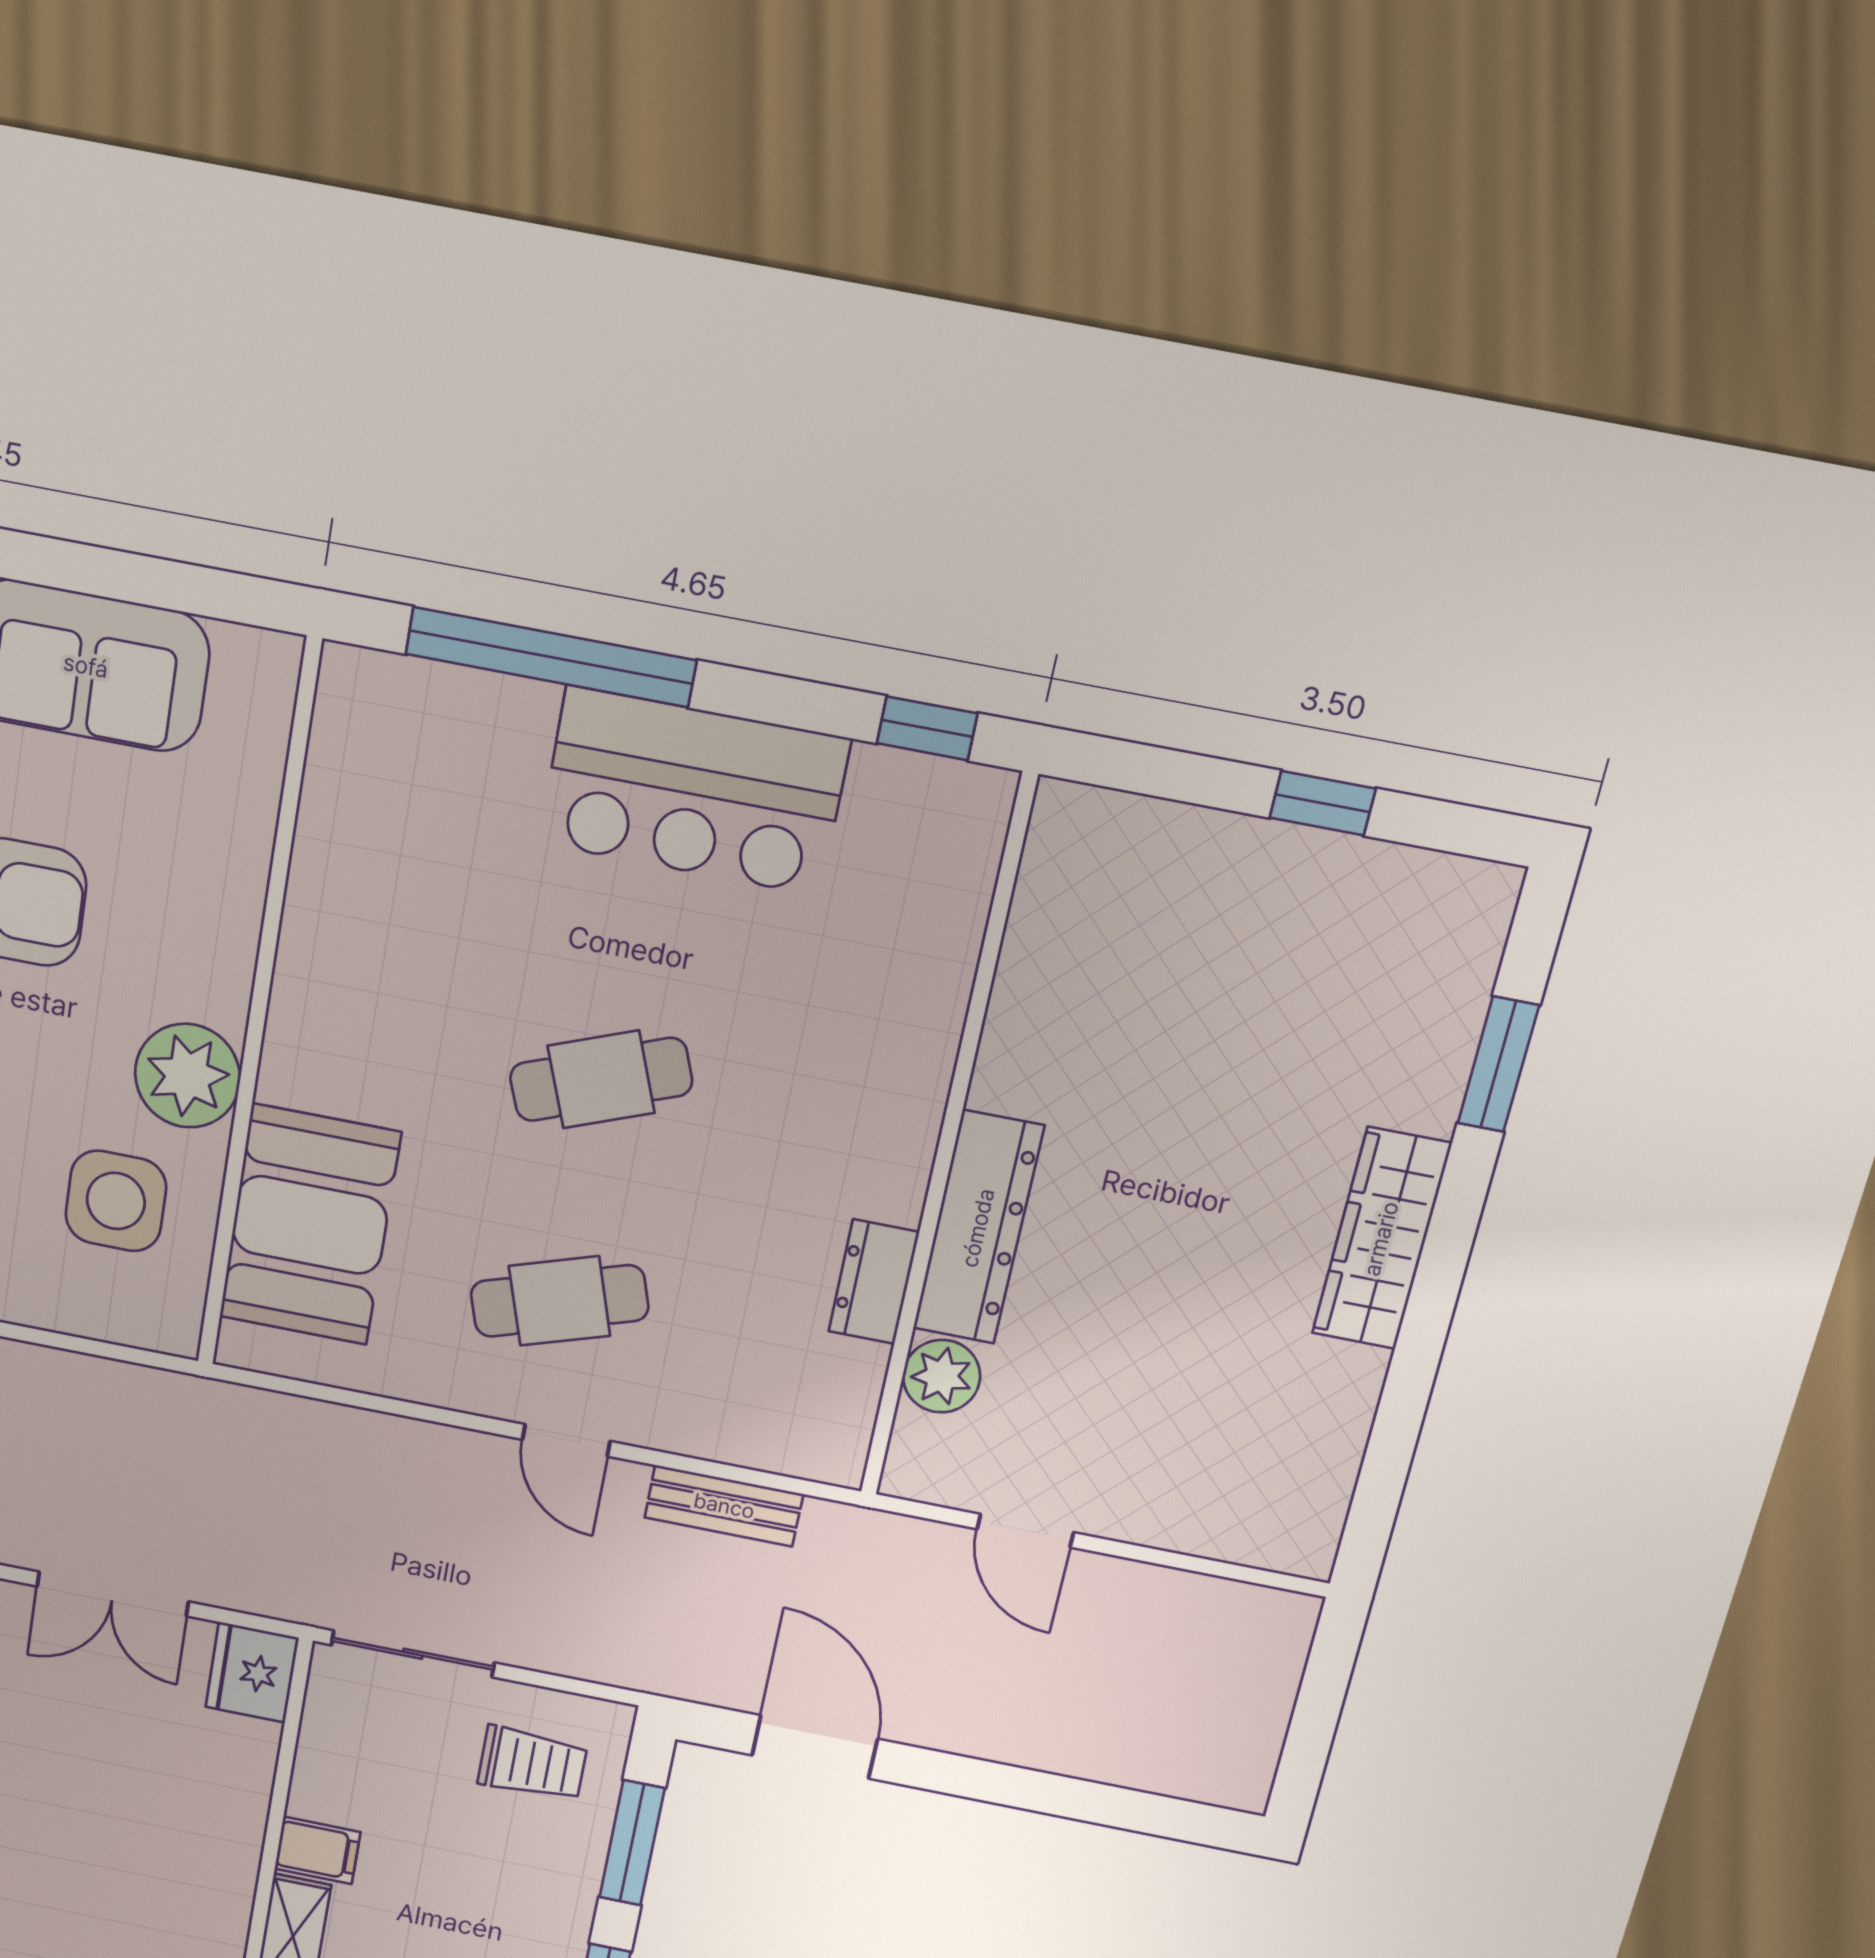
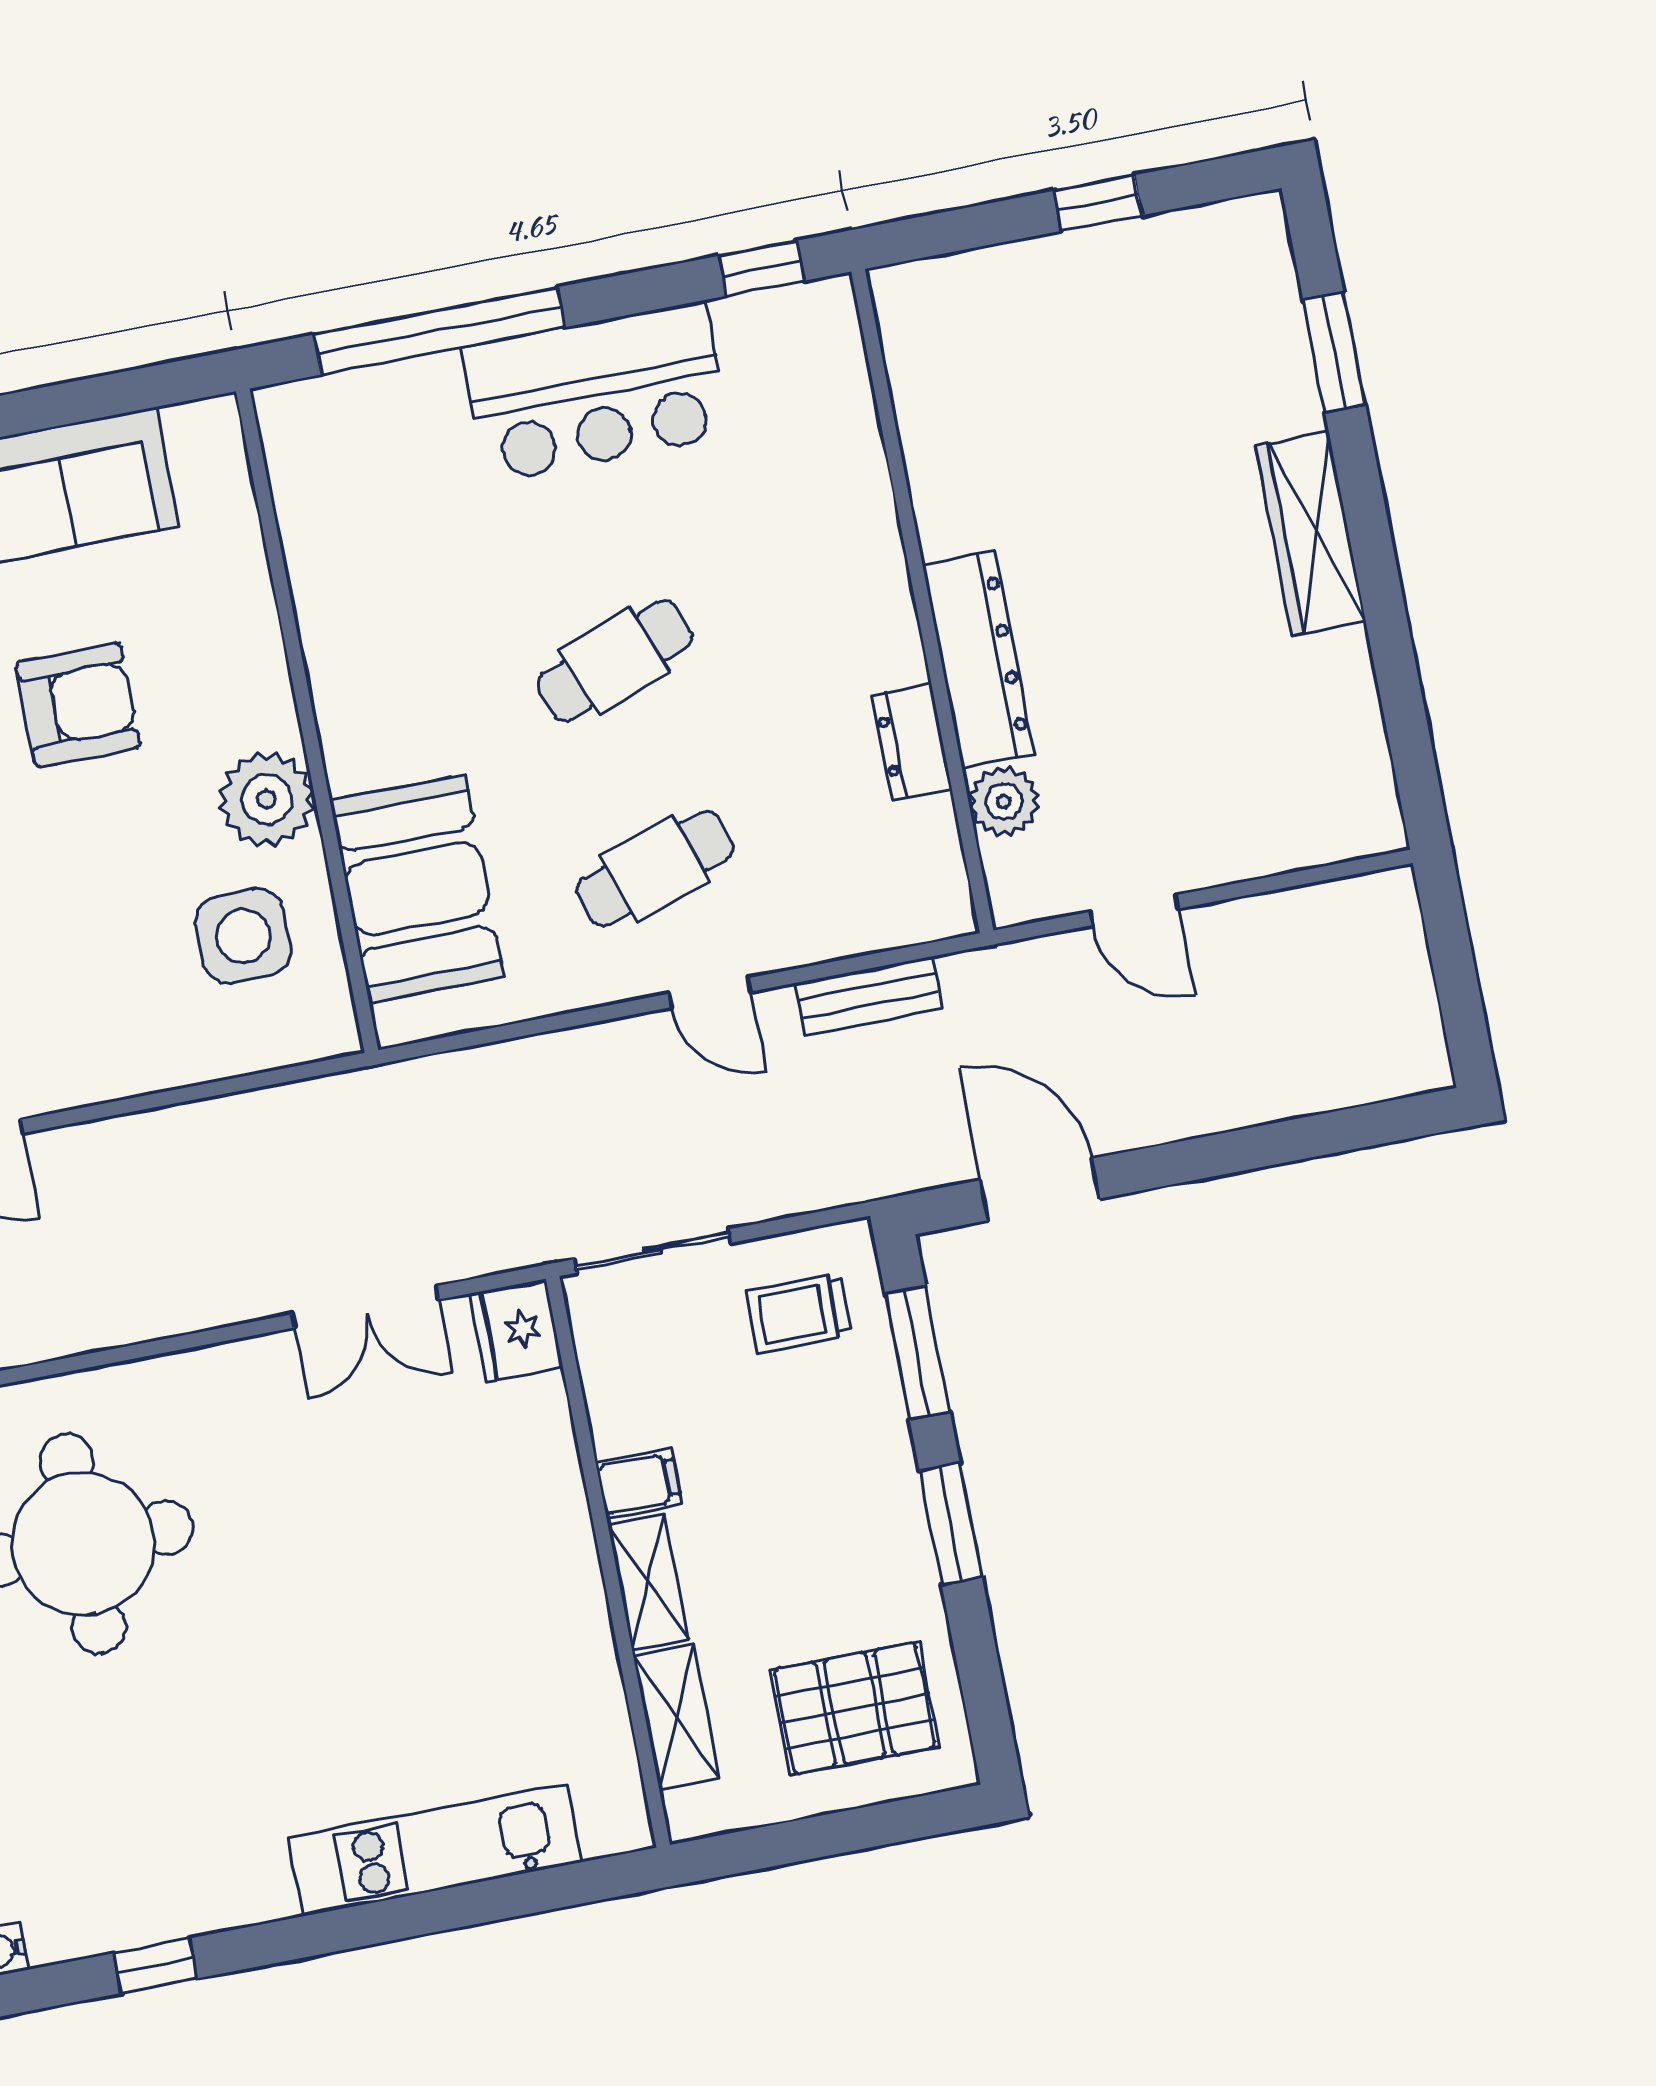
trolley: (532, 1764) -> (799, 1313), turned 180

